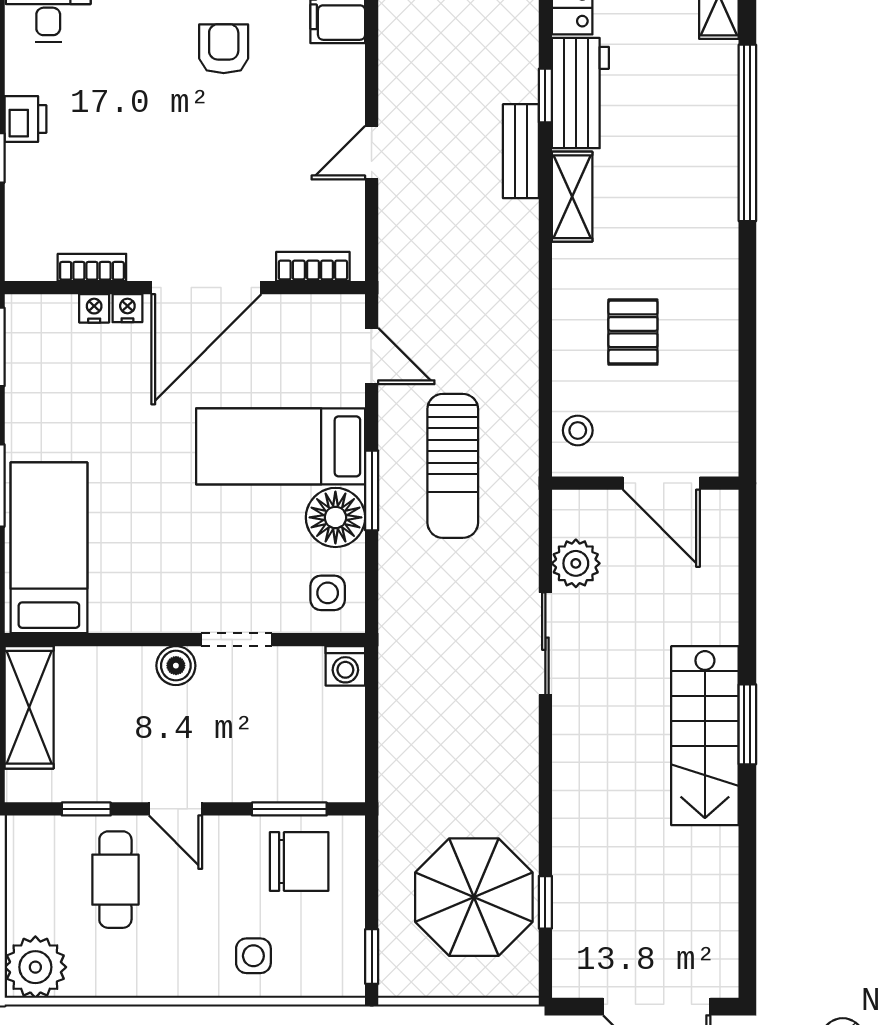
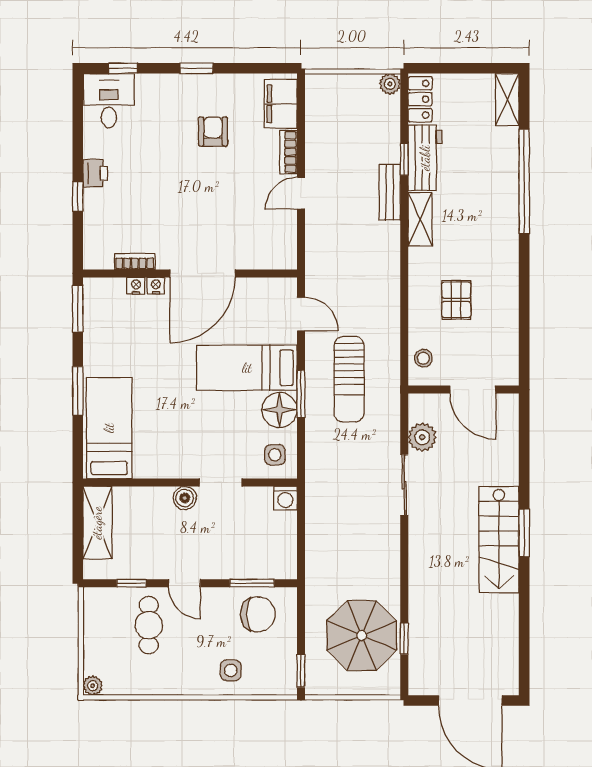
bookcase: (313, 266) -> (288, 152), moved, turned -90
plant: (35, 967) -> (93, 686), width x0.53, depth x0.53

